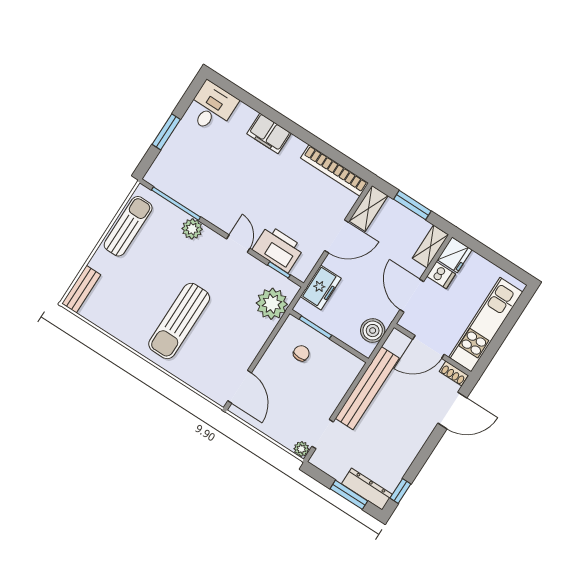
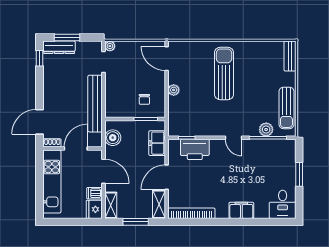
plant: (192, 229) -> (266, 130), moved
door: (238, 244) -> (233, 138), moved
plant: (272, 304) -> (174, 90), moved, width x0.53, depth x0.53

